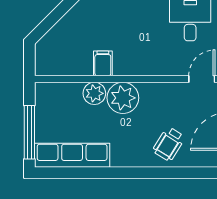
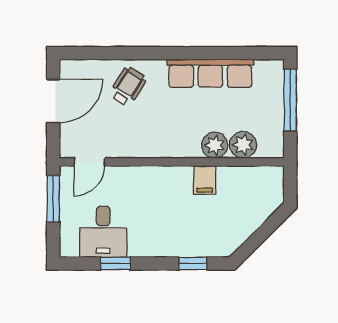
plant: (123, 98) -> (243, 145), moved, width x0.73, depth x0.73
row of seats: (72, 155) -> (210, 73), moved

